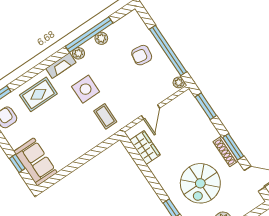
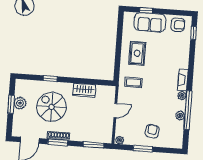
window: (168, 50) -> (143, 149), width x0.47
side table: (86, 89) -> (158, 83), removed
rug: (38, 94) -> (137, 53), moved
door: (151, 112) -> (115, 111), swing flipped
wardrobe: (145, 148) -> (84, 90), moved
sofa: (35, 162) -> (150, 22), moved

